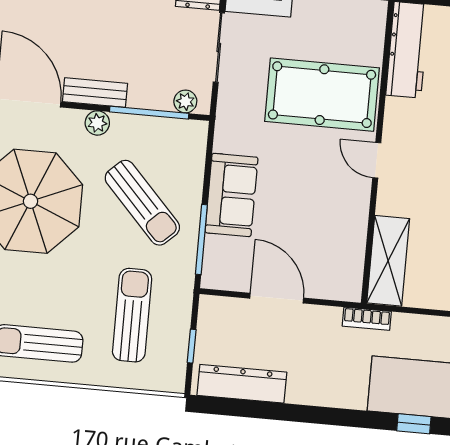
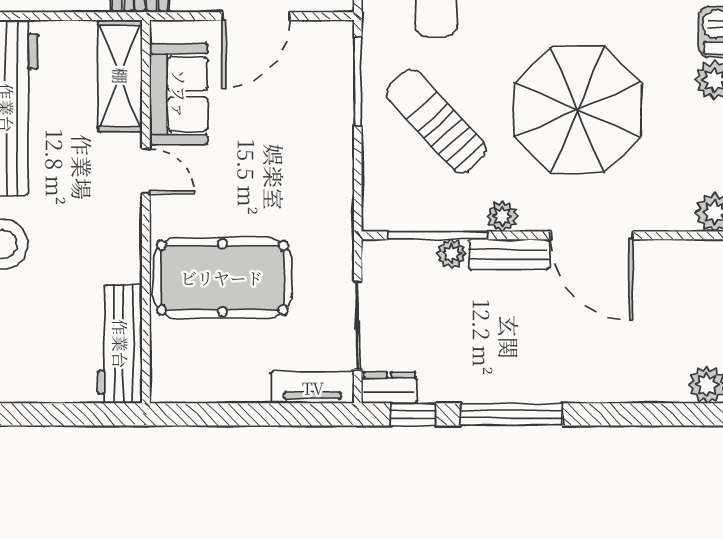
plant: (185, 101) -> (451, 254), moved
door: (377, 160) -> (146, 171), moved
sofa: (231, 195) -> (179, 94), moved, turned 180
door: (277, 298) -> (256, 16), hinge flipped

